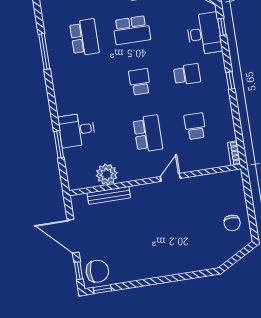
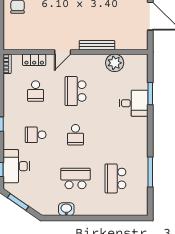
locker: (203, 163) -> (34, 60), added
bench: (109, 195) -> (97, 45), moved

